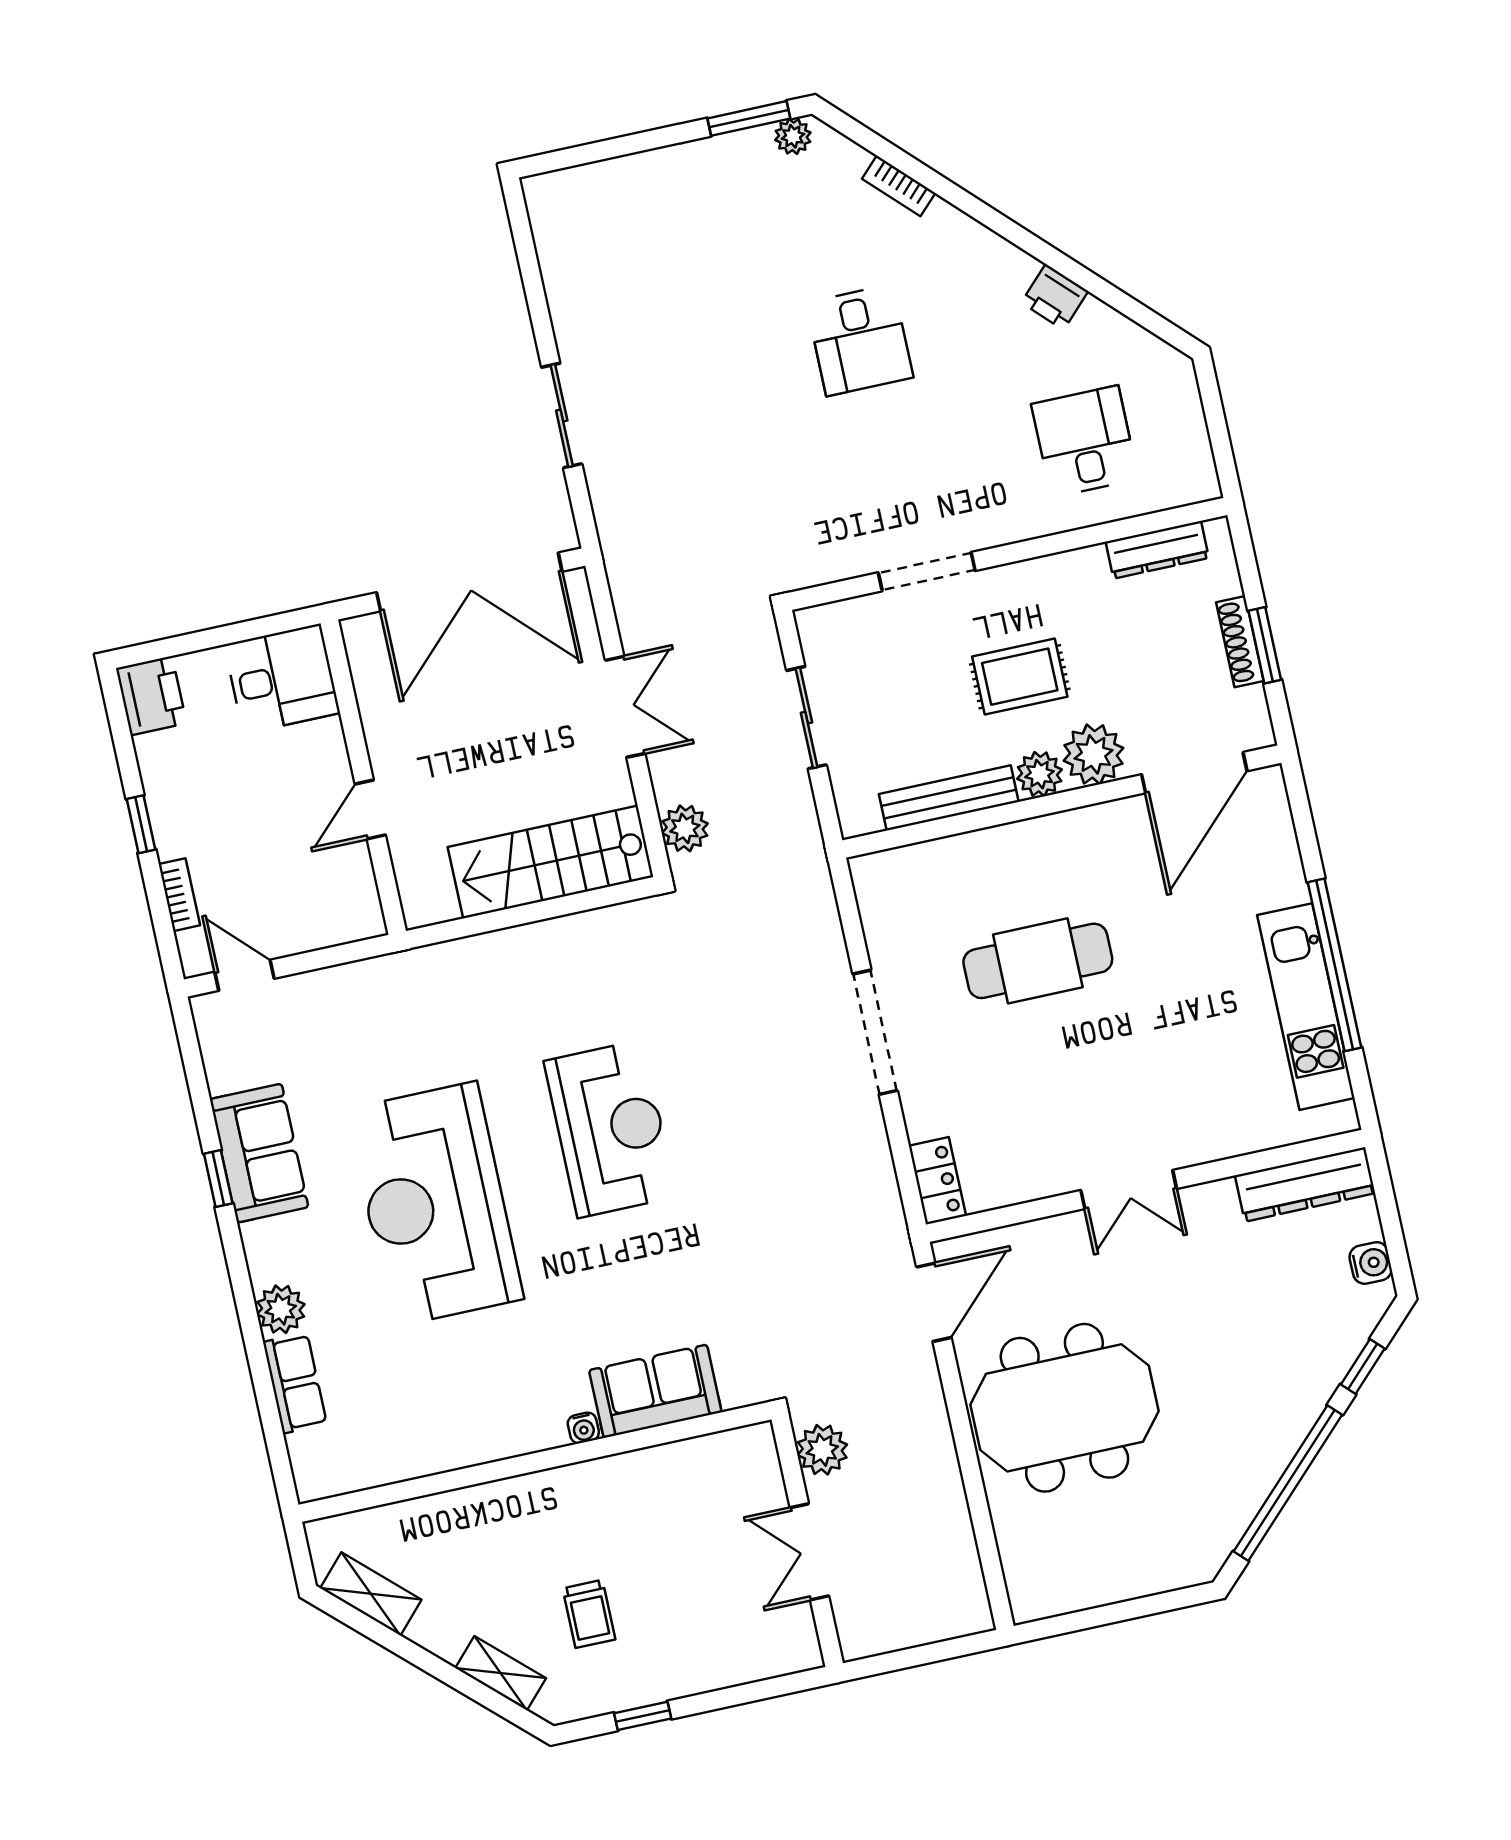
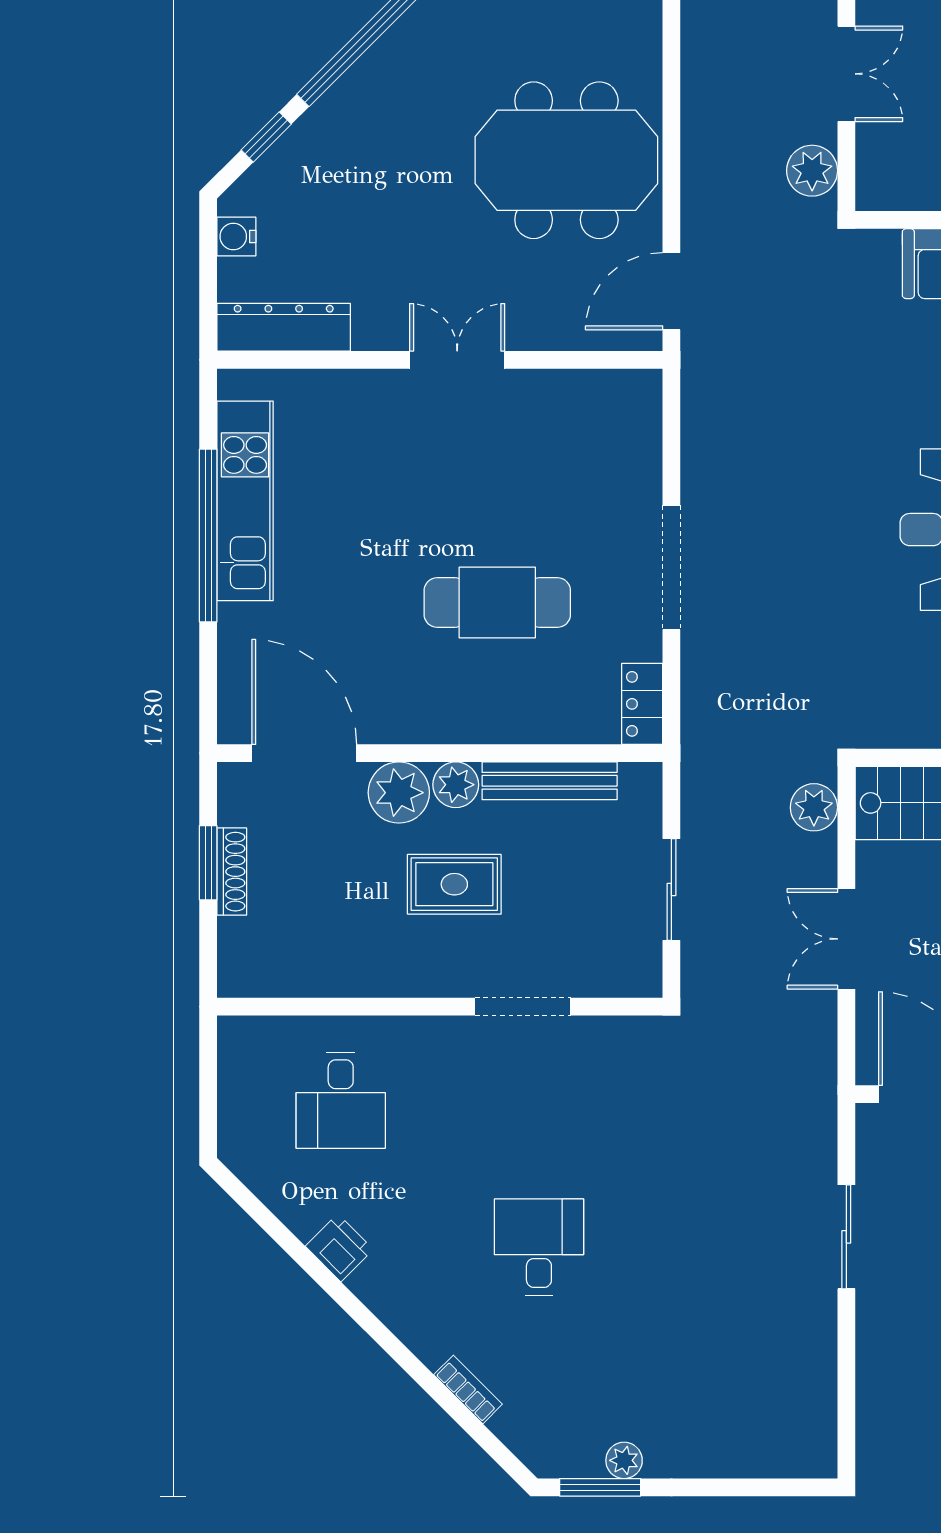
plant: (793, 136) -> (624, 1460), moved
dresser: (1157, 550) -> (293, 979), removed
door: (1194, 773) -> (304, 753), hinge flipped
locker: (937, 1181) -> (642, 704), moved

